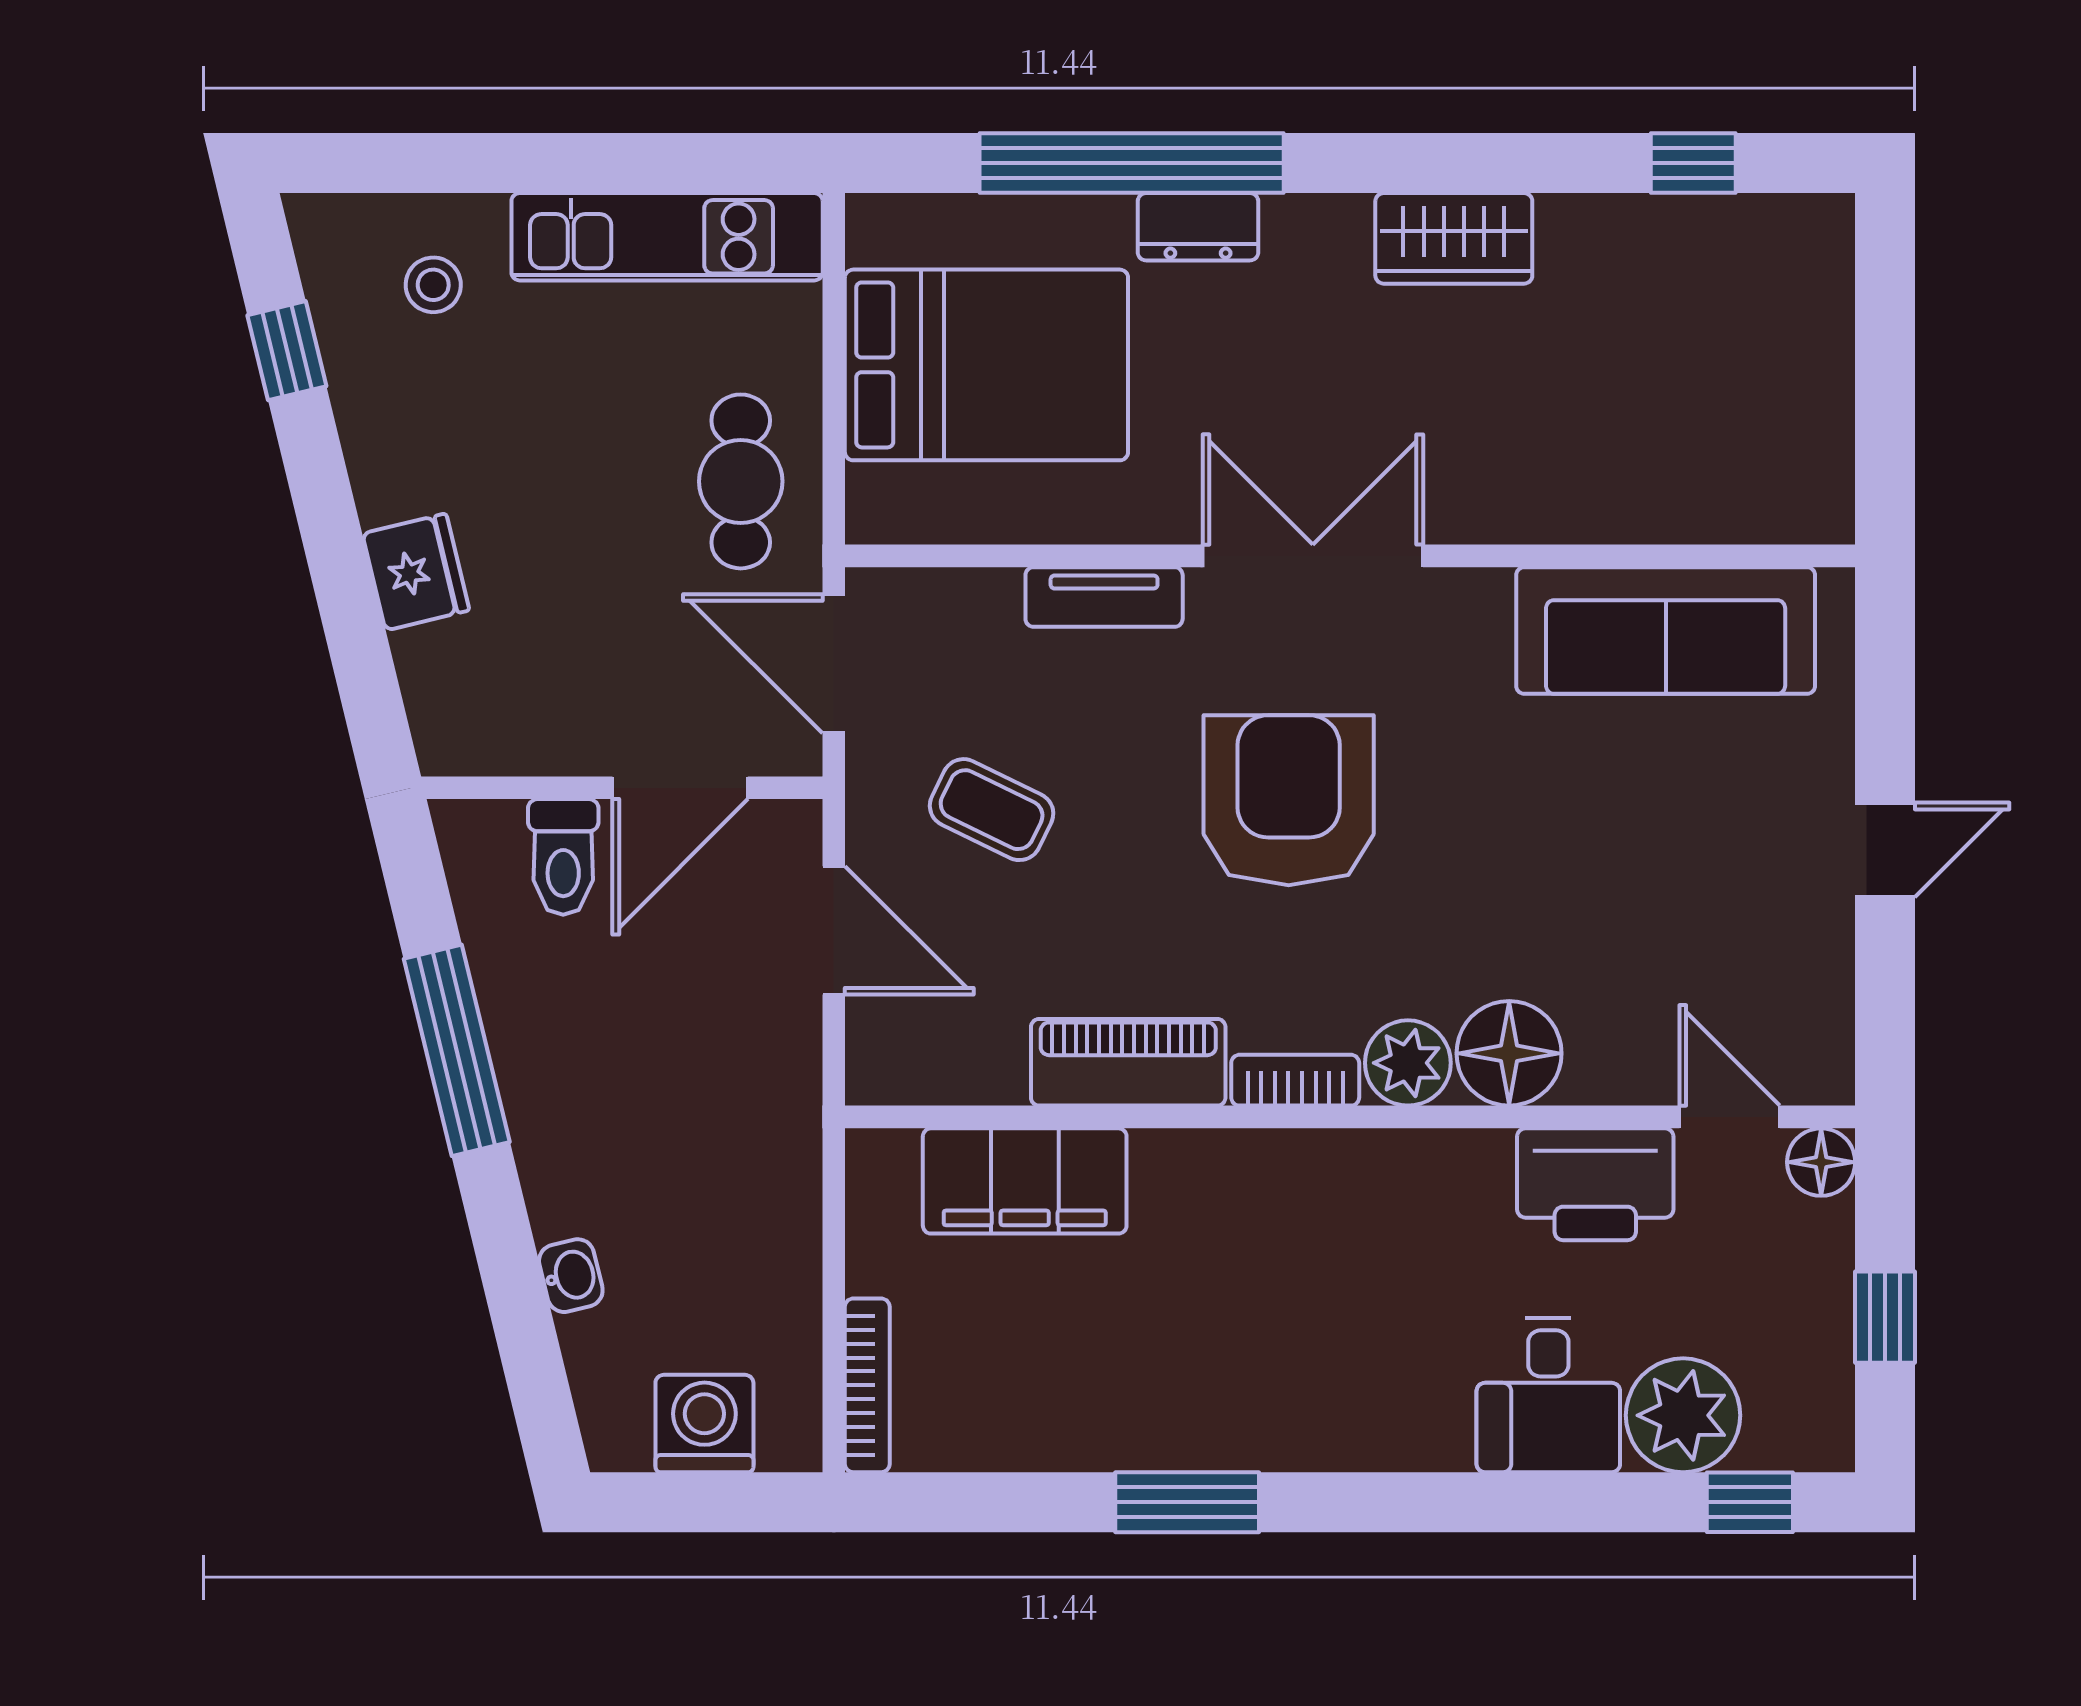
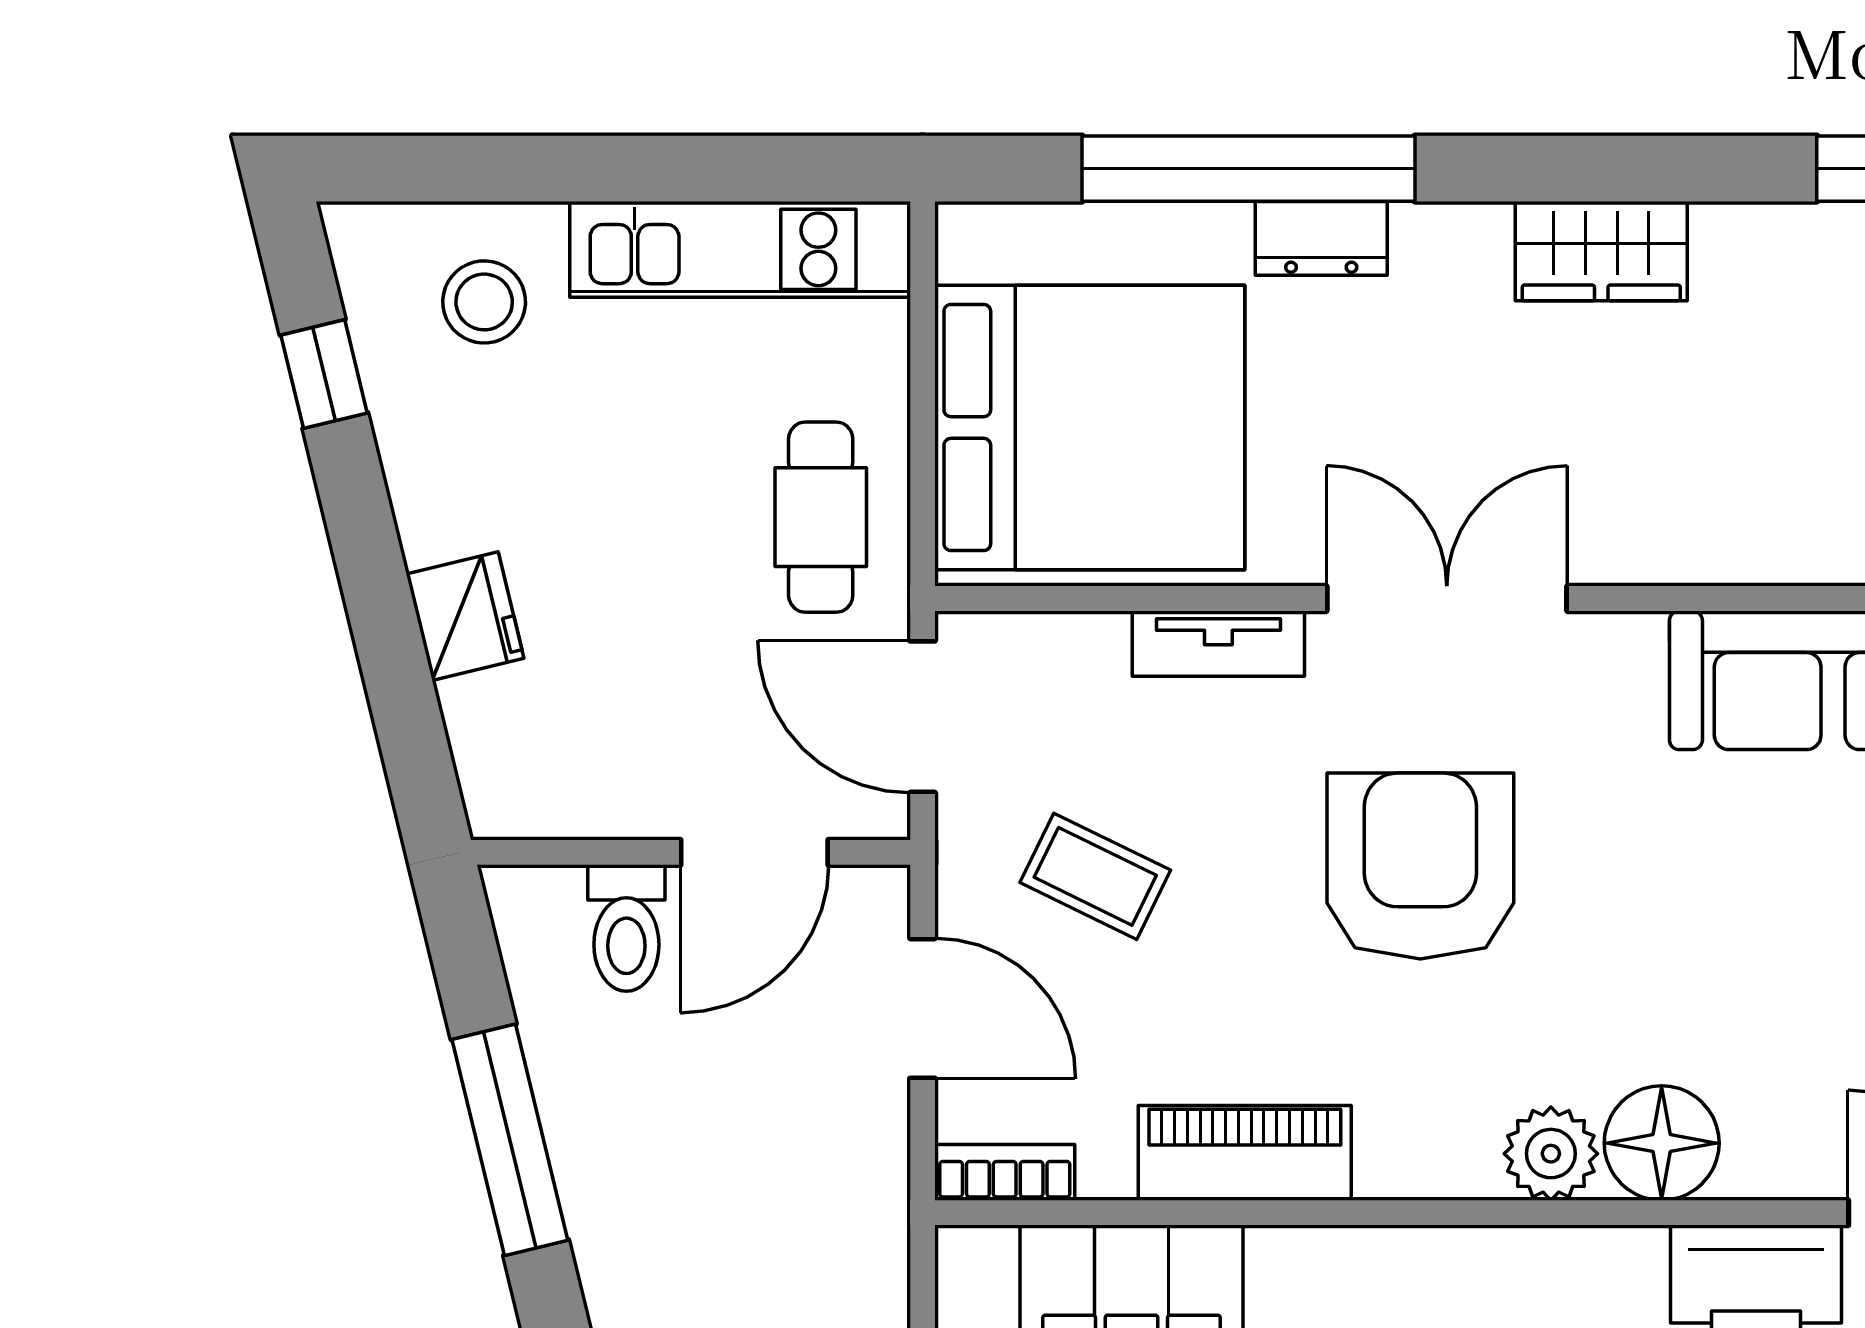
stool: (433, 285) -> (484, 302), width x1.37, depth x1.37
bed: (986, 365) -> (1090, 428), width x1.36
bookcase: (1295, 1080) -> (1005, 1172), moved

